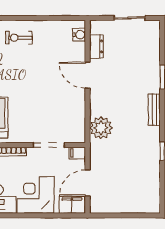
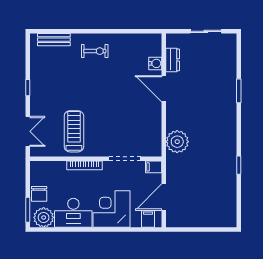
water cooler: (79, 35) -> (155, 63), moved
exercise bike: (19, 38) -> (95, 51), turned 180
bench: (154, 110) -> (231, 123), removed
filing cabinet: (72, 205) -> (148, 219), width x0.50

